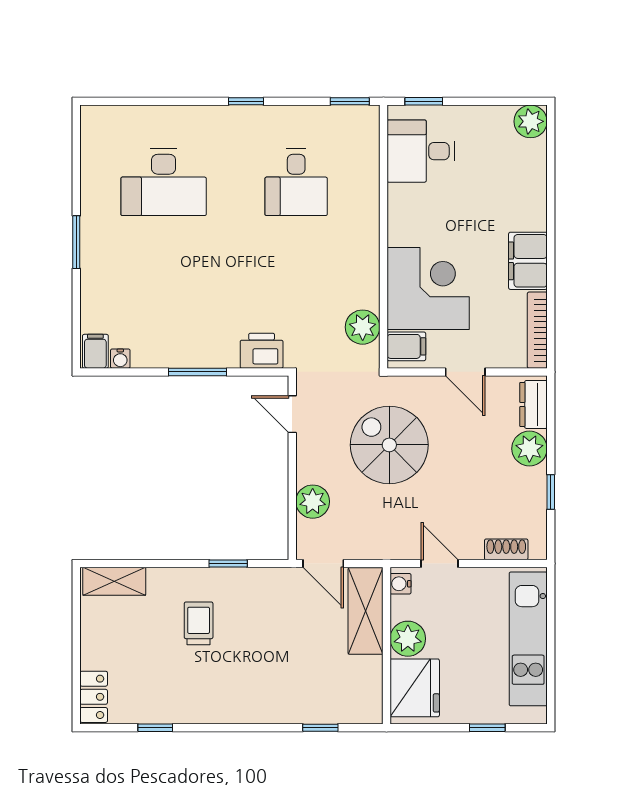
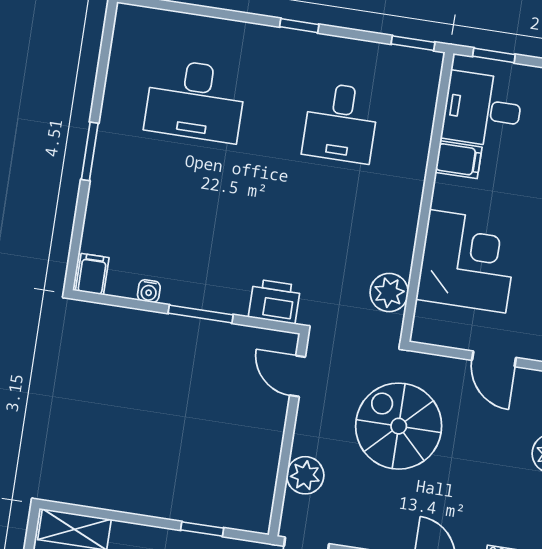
filing cabinet: (406, 346) -> (459, 160), moved
water cooler: (120, 359) -> (149, 291), moved

